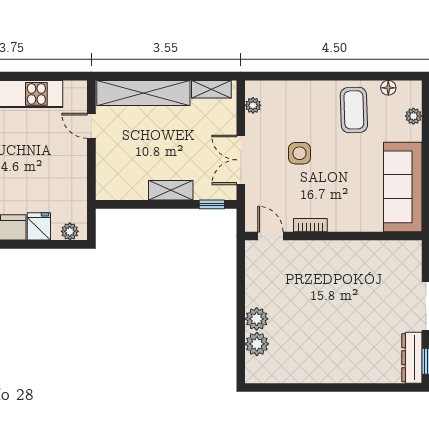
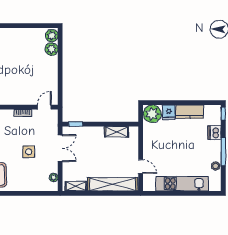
shelving: (171, 190) -> (117, 132), moved
plant: (70, 231) -> (152, 114), width x1.88, depth x1.88
door: (270, 236) -> (44, 107), swing flipped
plant: (257, 319) -> (52, 36), moved

